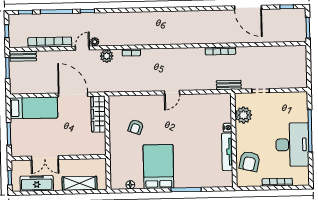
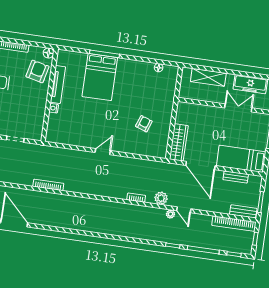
bookcase: (50, 42) -> (234, 224), moved
door: (82, 48) -> (184, 210), hinge flipped
bench: (229, 85) -> (236, 177), moved
plant: (243, 115) -> (36, 118), removed
bed: (158, 166) -> (100, 77), moved
floor lamp: (242, 181) -> (48, 53), added

